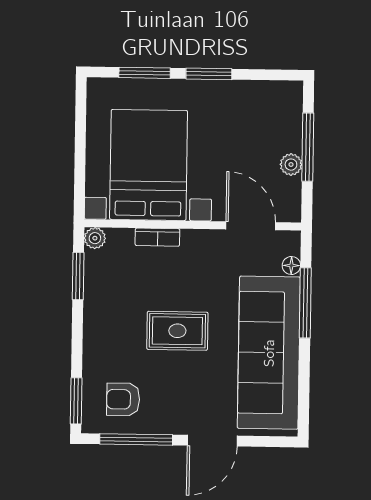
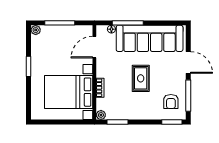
window: (145, 73) -> (28, 94), removed
plant: (291, 165) -> (36, 30), moved

